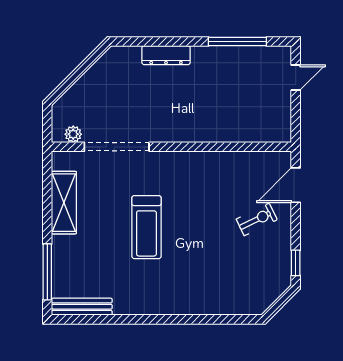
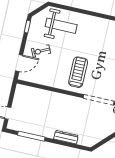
treadmill: (146, 227) -> (78, 72), moved
weight bench: (227, 280) -> (61, 26), added

